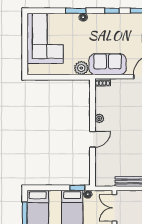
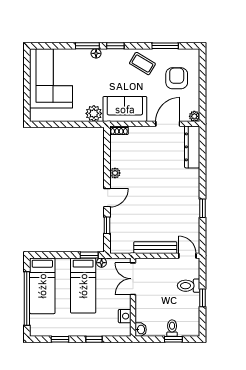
window: (112, 11) -> (115, 46), moved
coffee table: (122, 26) -> (142, 64), added
window: (92, 163) -> (107, 225), added

